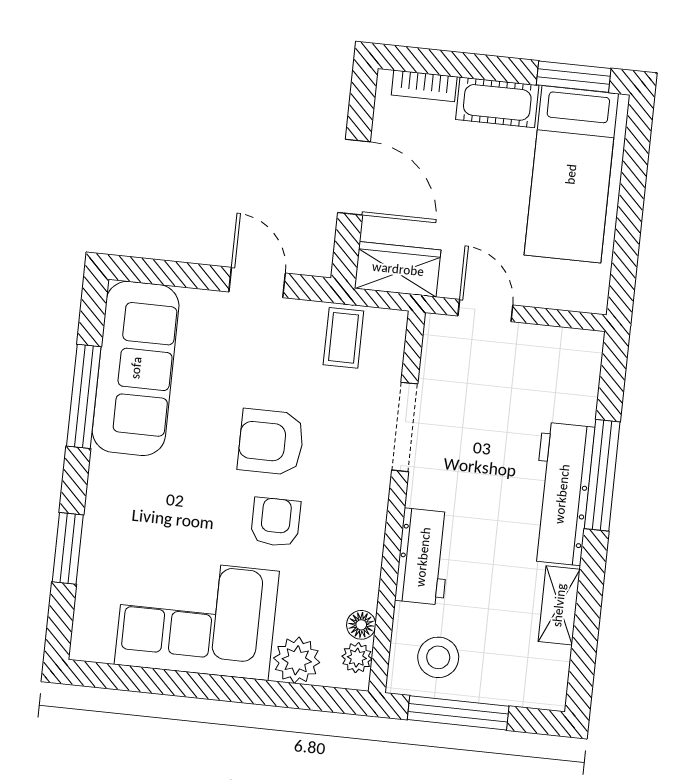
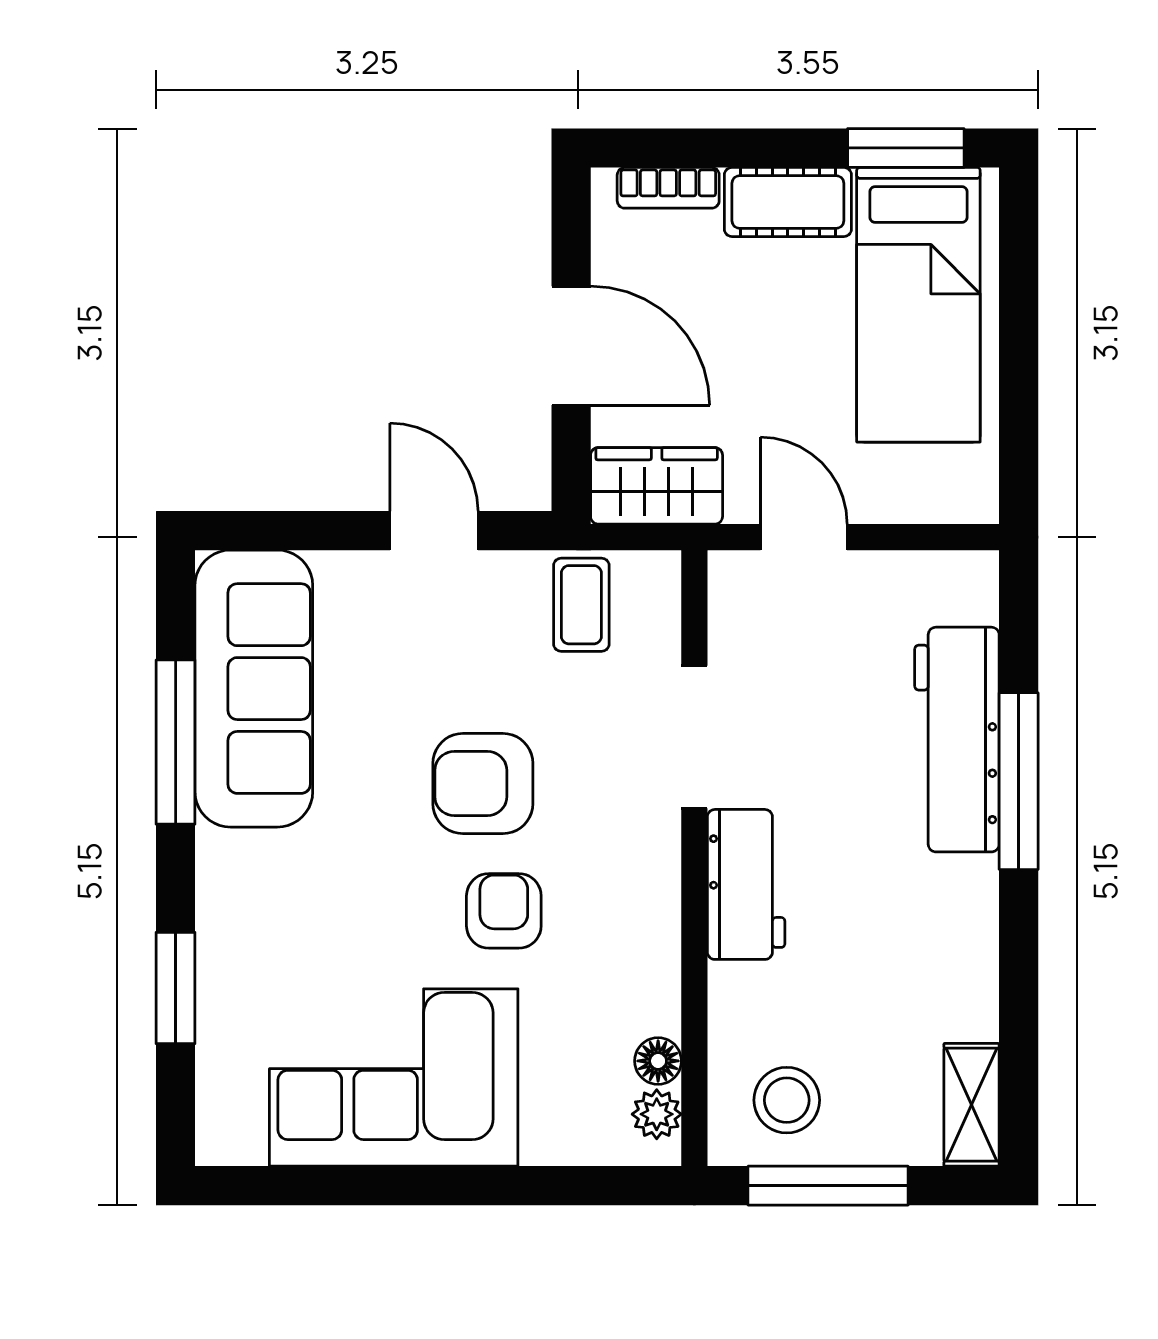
workbench: (562, 494) -> (957, 740), moved
workbench: (423, 557) -> (746, 884), moved
shelving: (559, 605) -> (971, 1105), moved
plant: (297, 660) -> (561, 1129), removed

